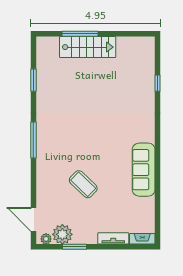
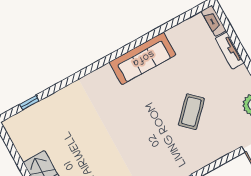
window: (158, 83) -> (29, 103), moved

